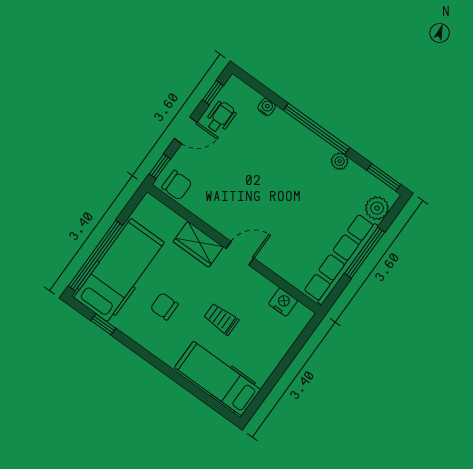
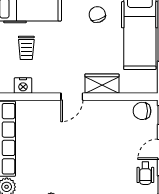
chair: (164, 306) -> (97, 15), moved, turned -108
trolley: (221, 319) -> (26, 48), moved, turned 90

